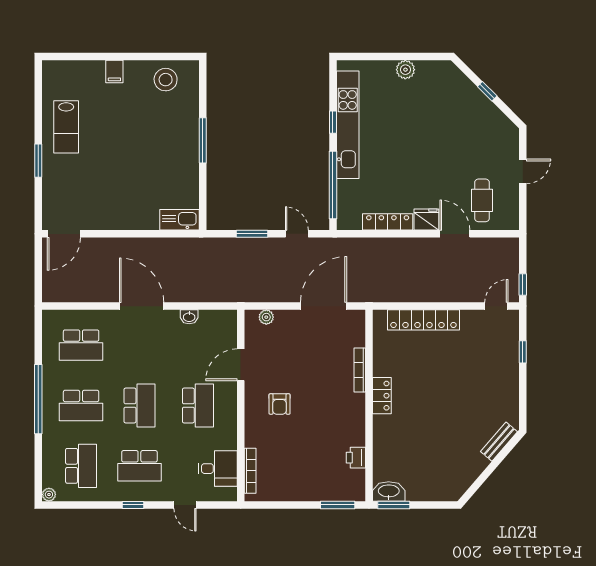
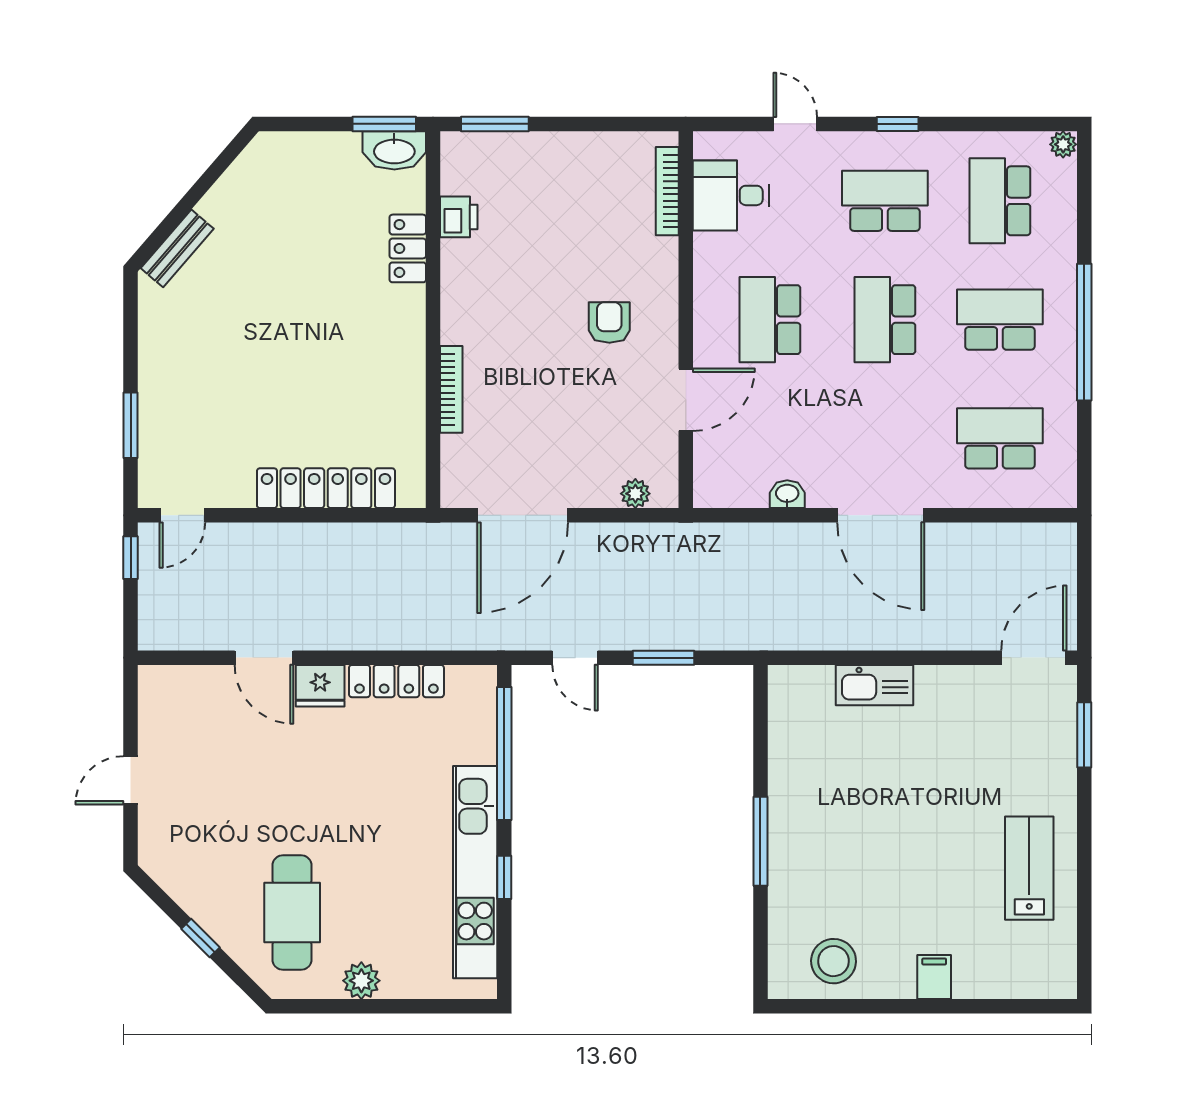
window: (38, 161) -> (1084, 735), moved
cafe table: (482, 200) -> (292, 913), moved, width x1.37, depth x1.35
kitchen sink: (180, 220) -> (874, 685), moved
window: (523, 352) -> (131, 425), width x1.50
locker: (382, 396) -> (408, 248), moved

